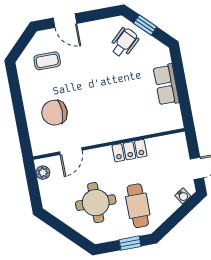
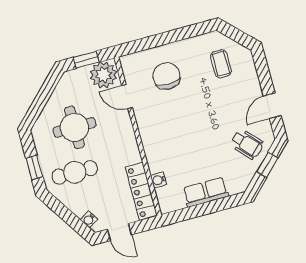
door: (65, 21) -> (272, 106), moved
water cooler: (151, 128) -> (159, 180), added
locker: (129, 151) -> (141, 191), moved, width x1.53
plant: (43, 173) -> (103, 75), width x1.88, depth x1.88
window: (33, 186) -> (86, 60), added

